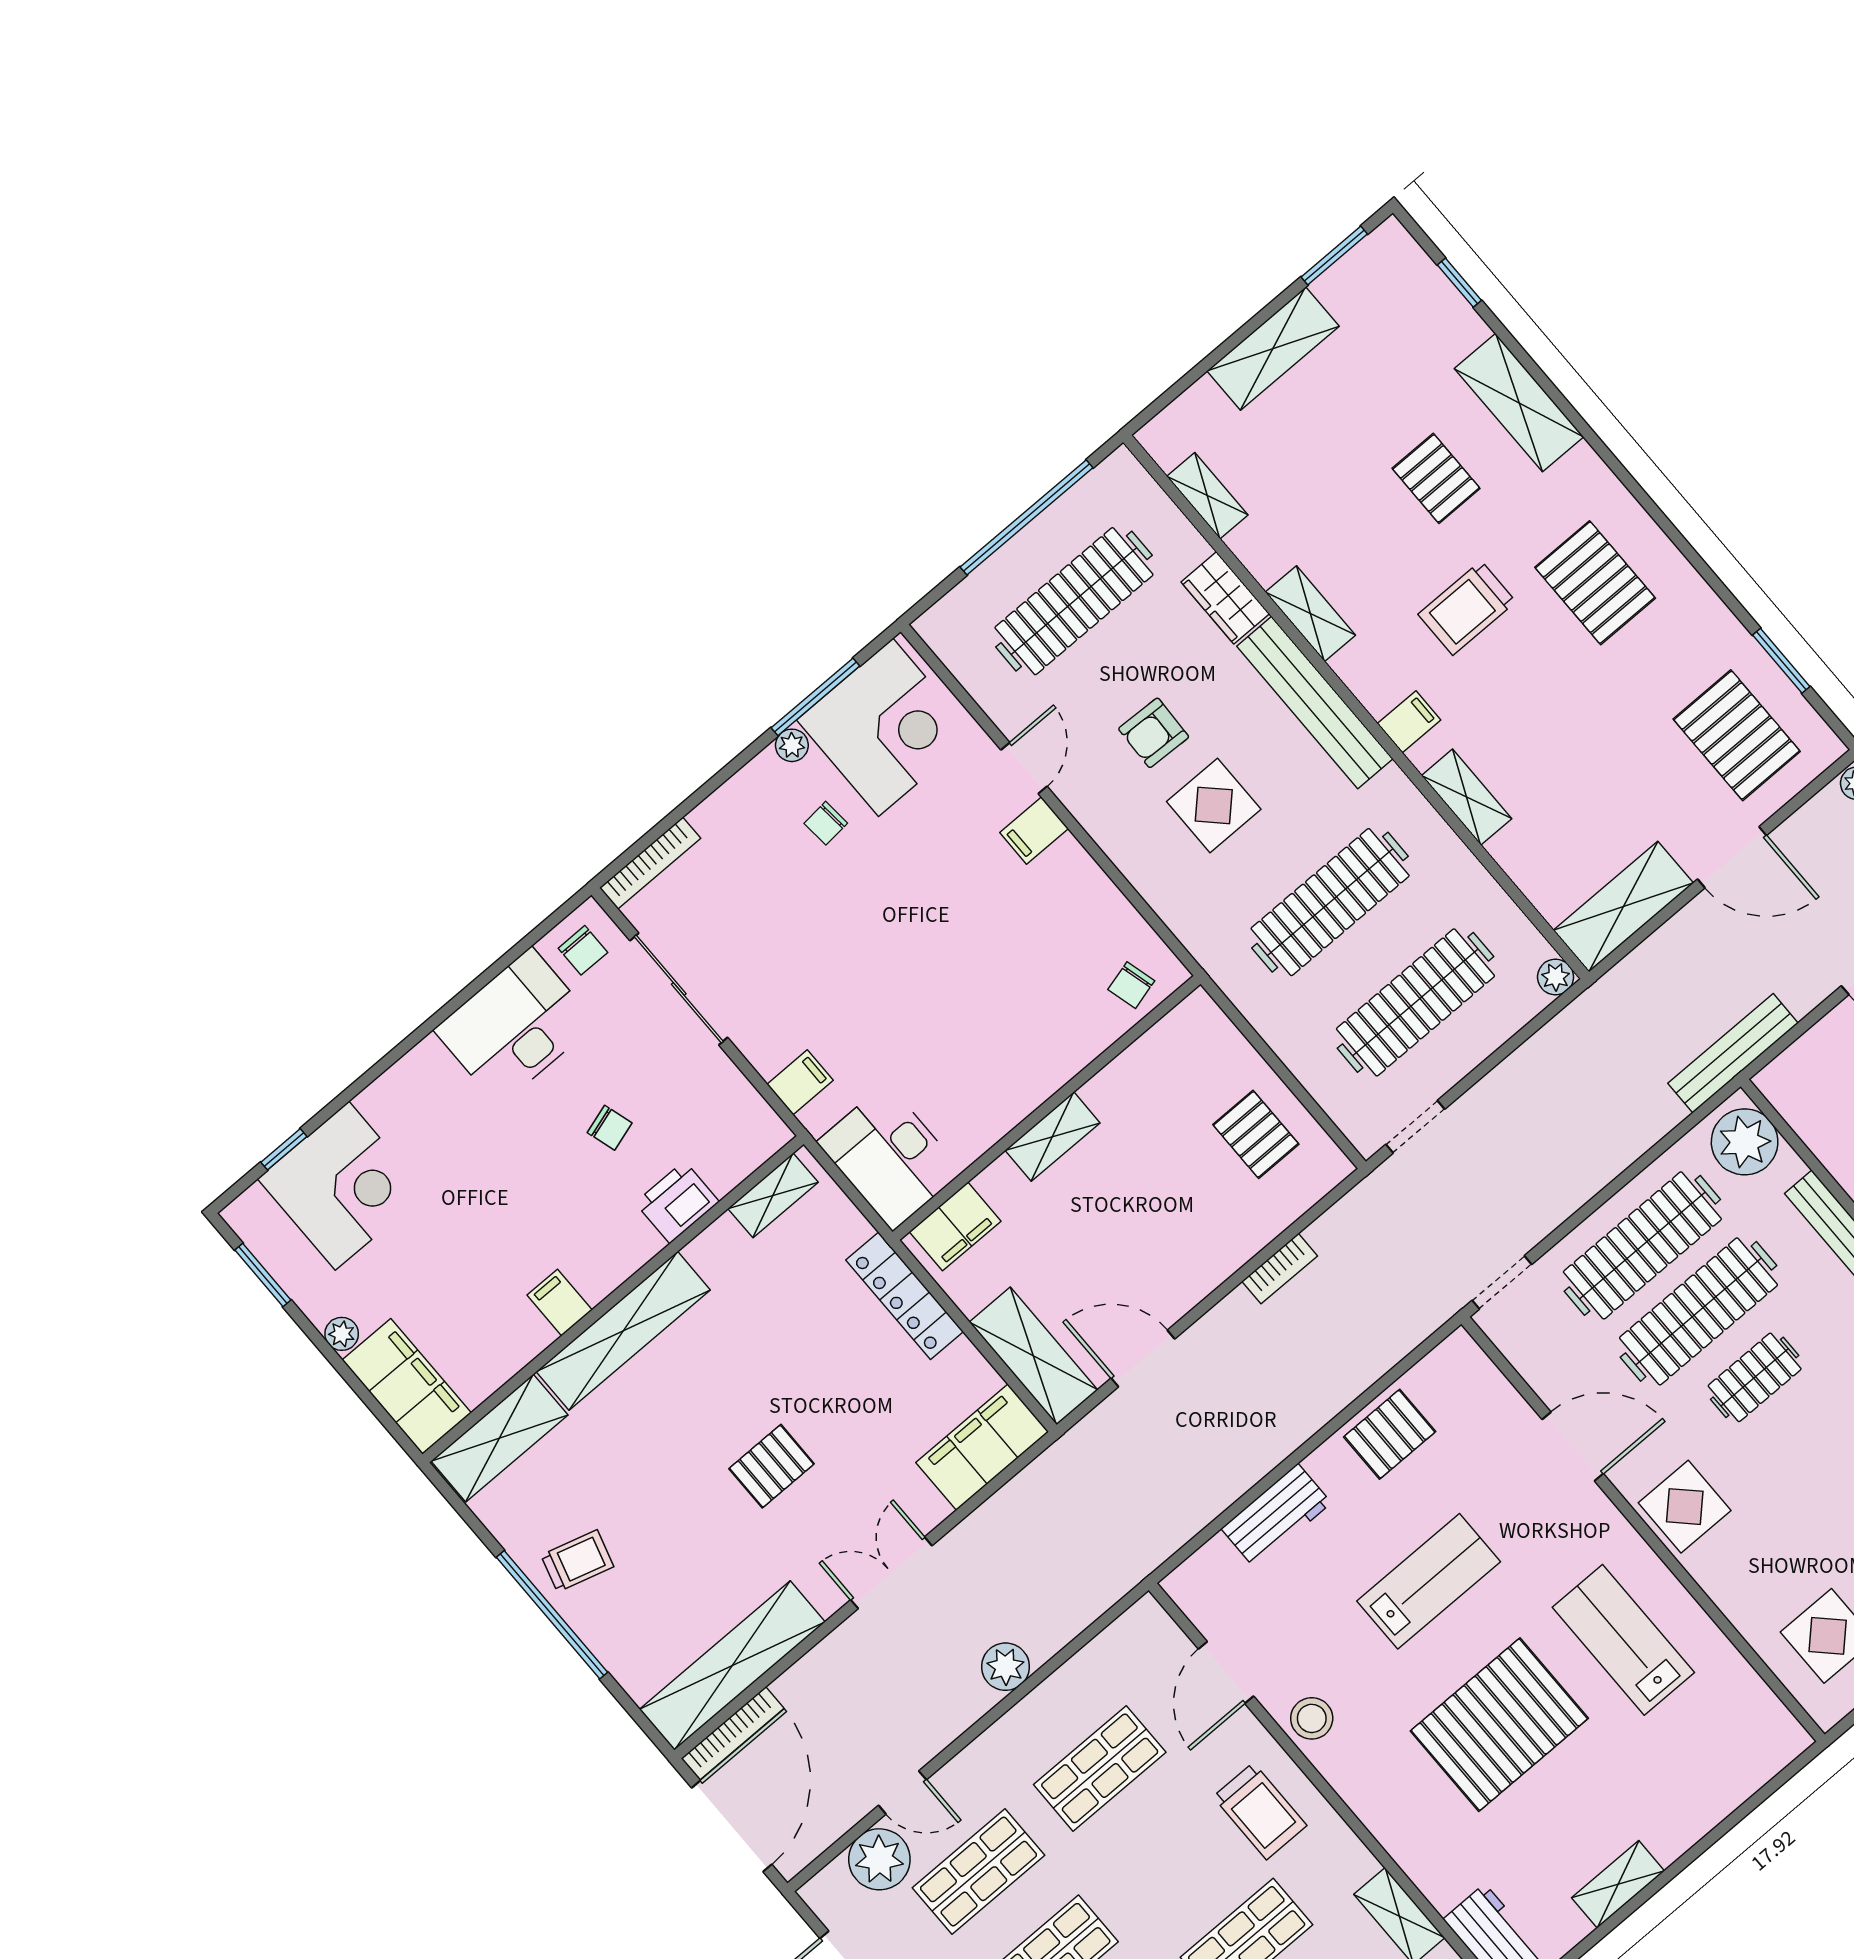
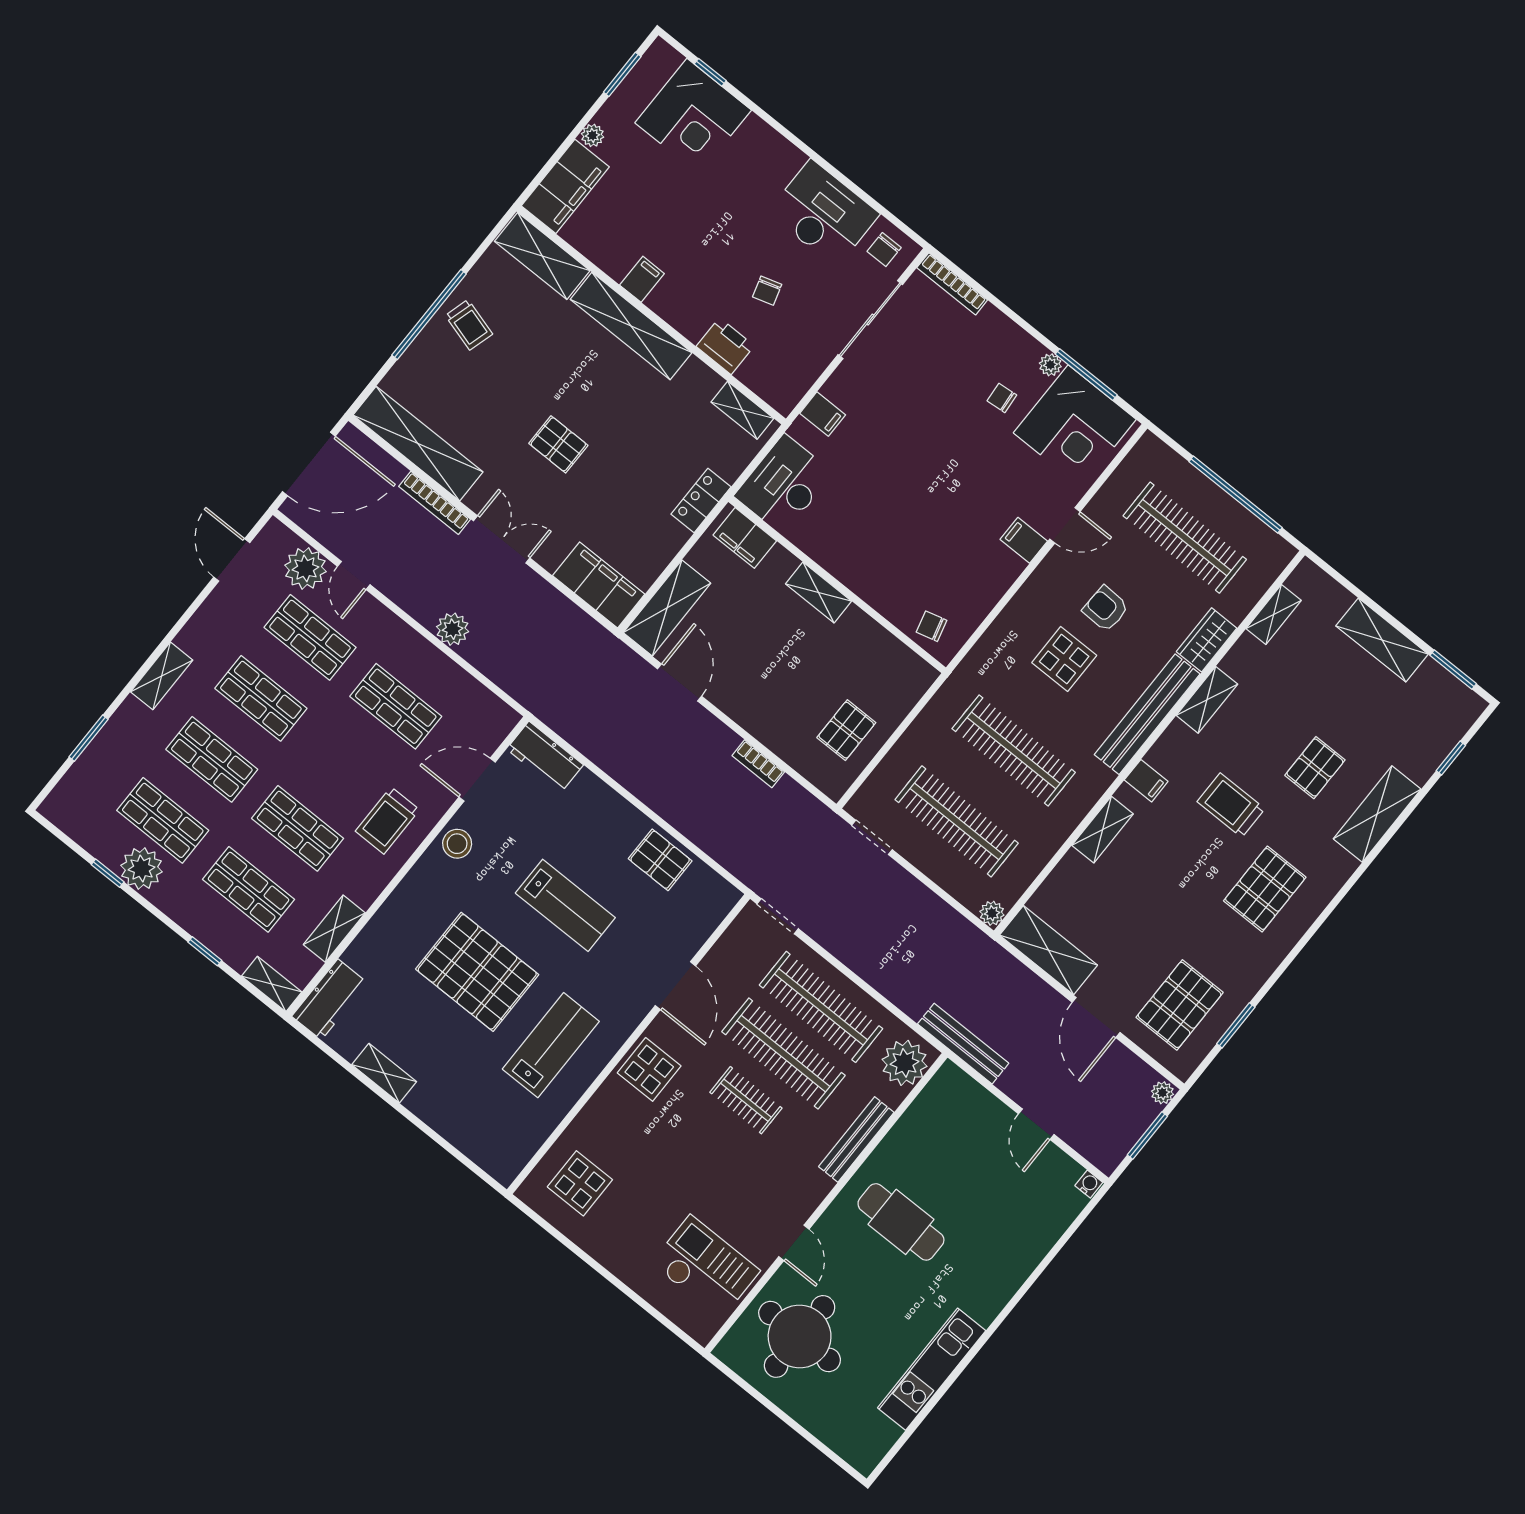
locker: (905, 1296) -> (701, 500), width x0.66
workbench: (1276, 1516) -> (545, 757), moved
bookcase: (733, 1733) -> (435, 503), moved

